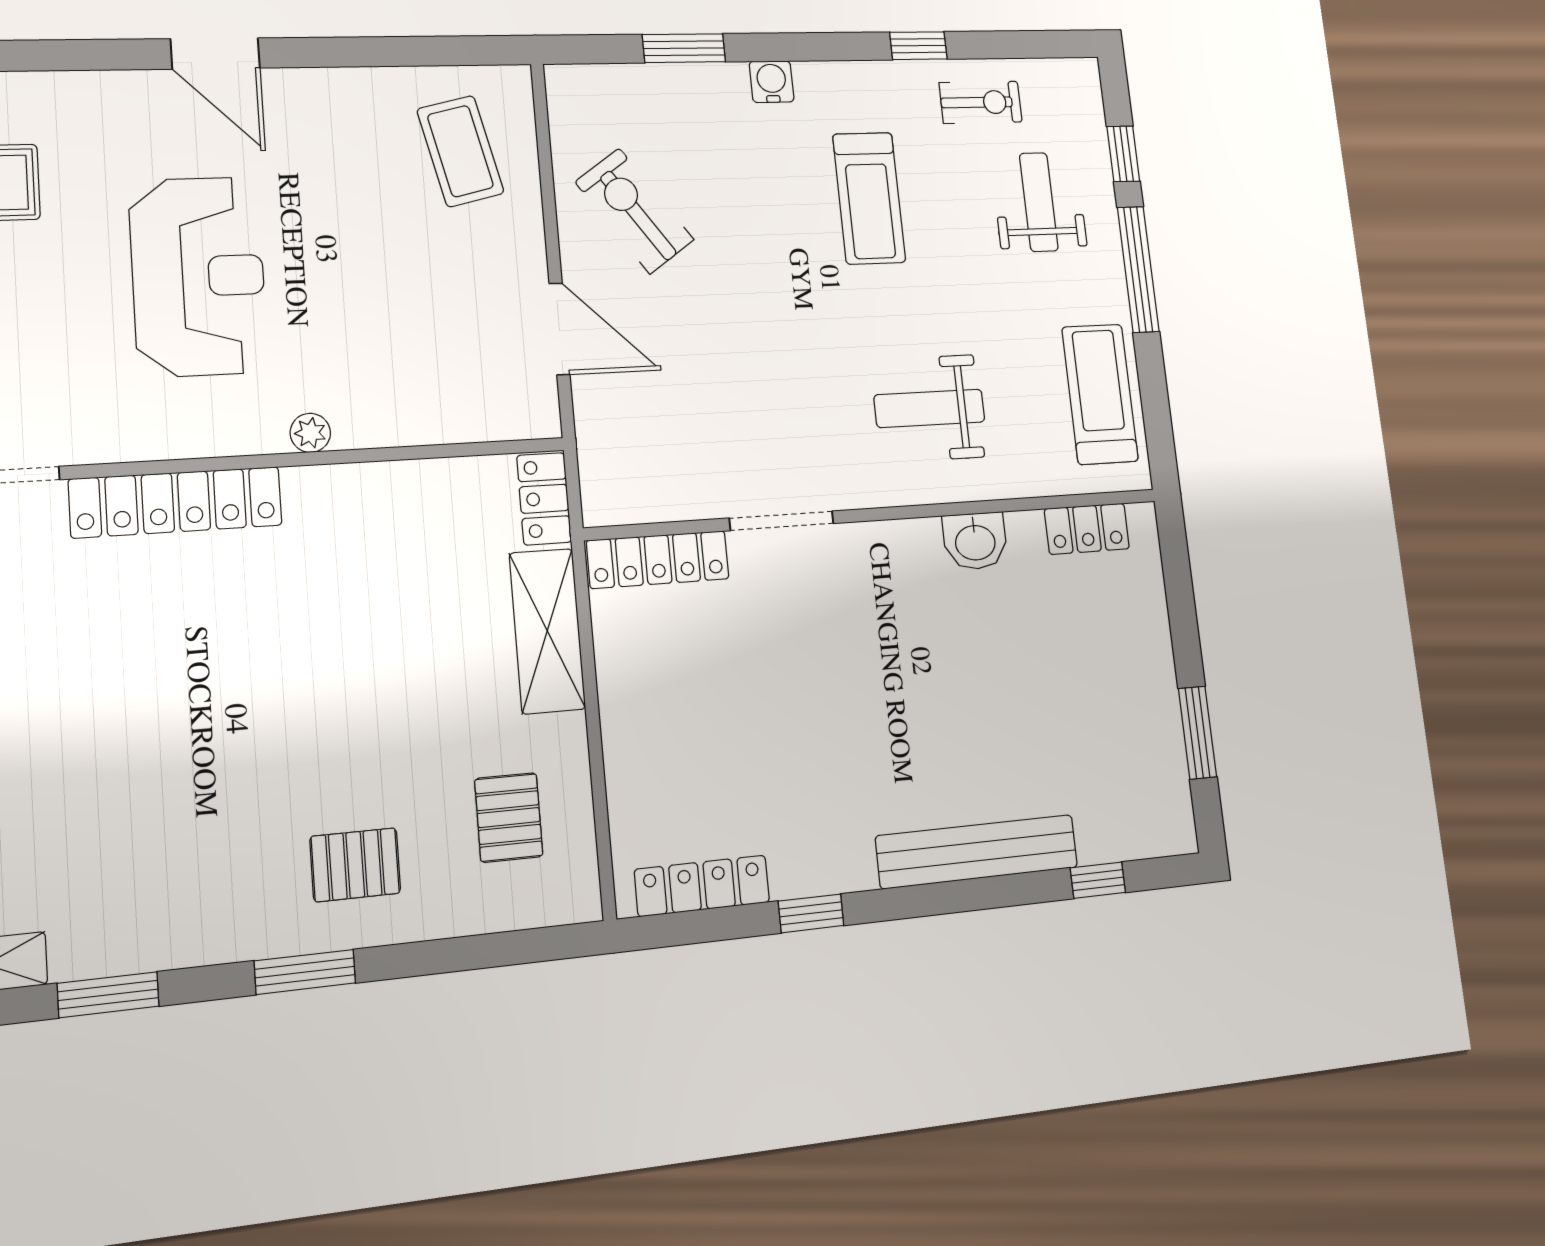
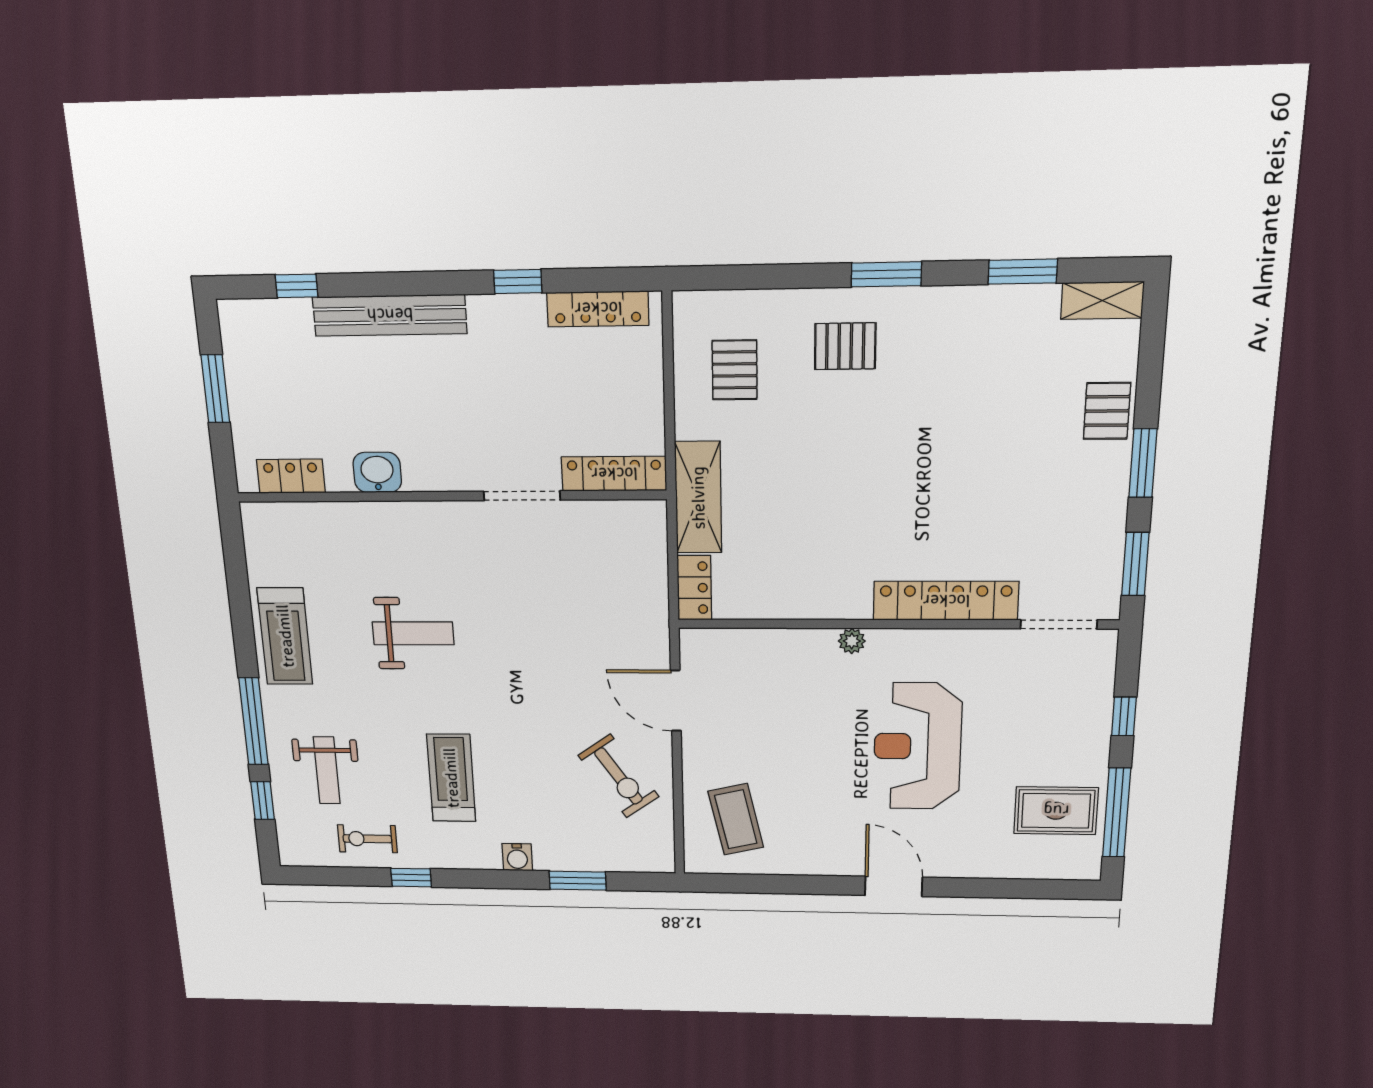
wall: (878, 514) -> (450, 496), moved
doorway: (782, 521) -> (522, 496), moved
locker: (1087, 529) -> (291, 476), moved
washbasin: (975, 541) -> (377, 472), moved
locker: (658, 560) -> (614, 474), moved

